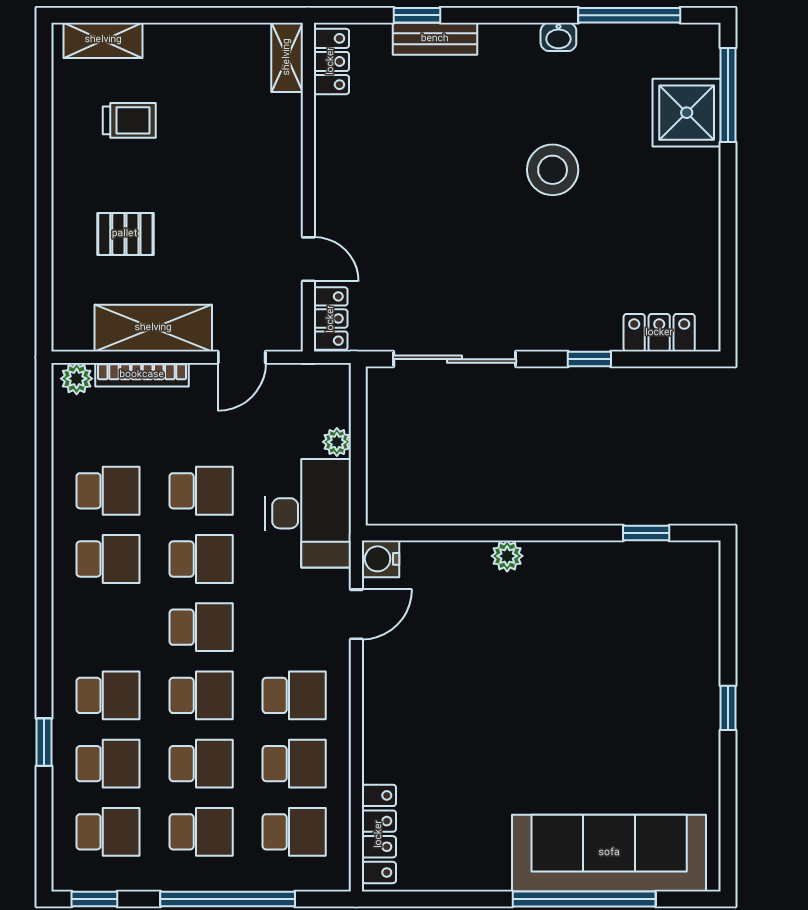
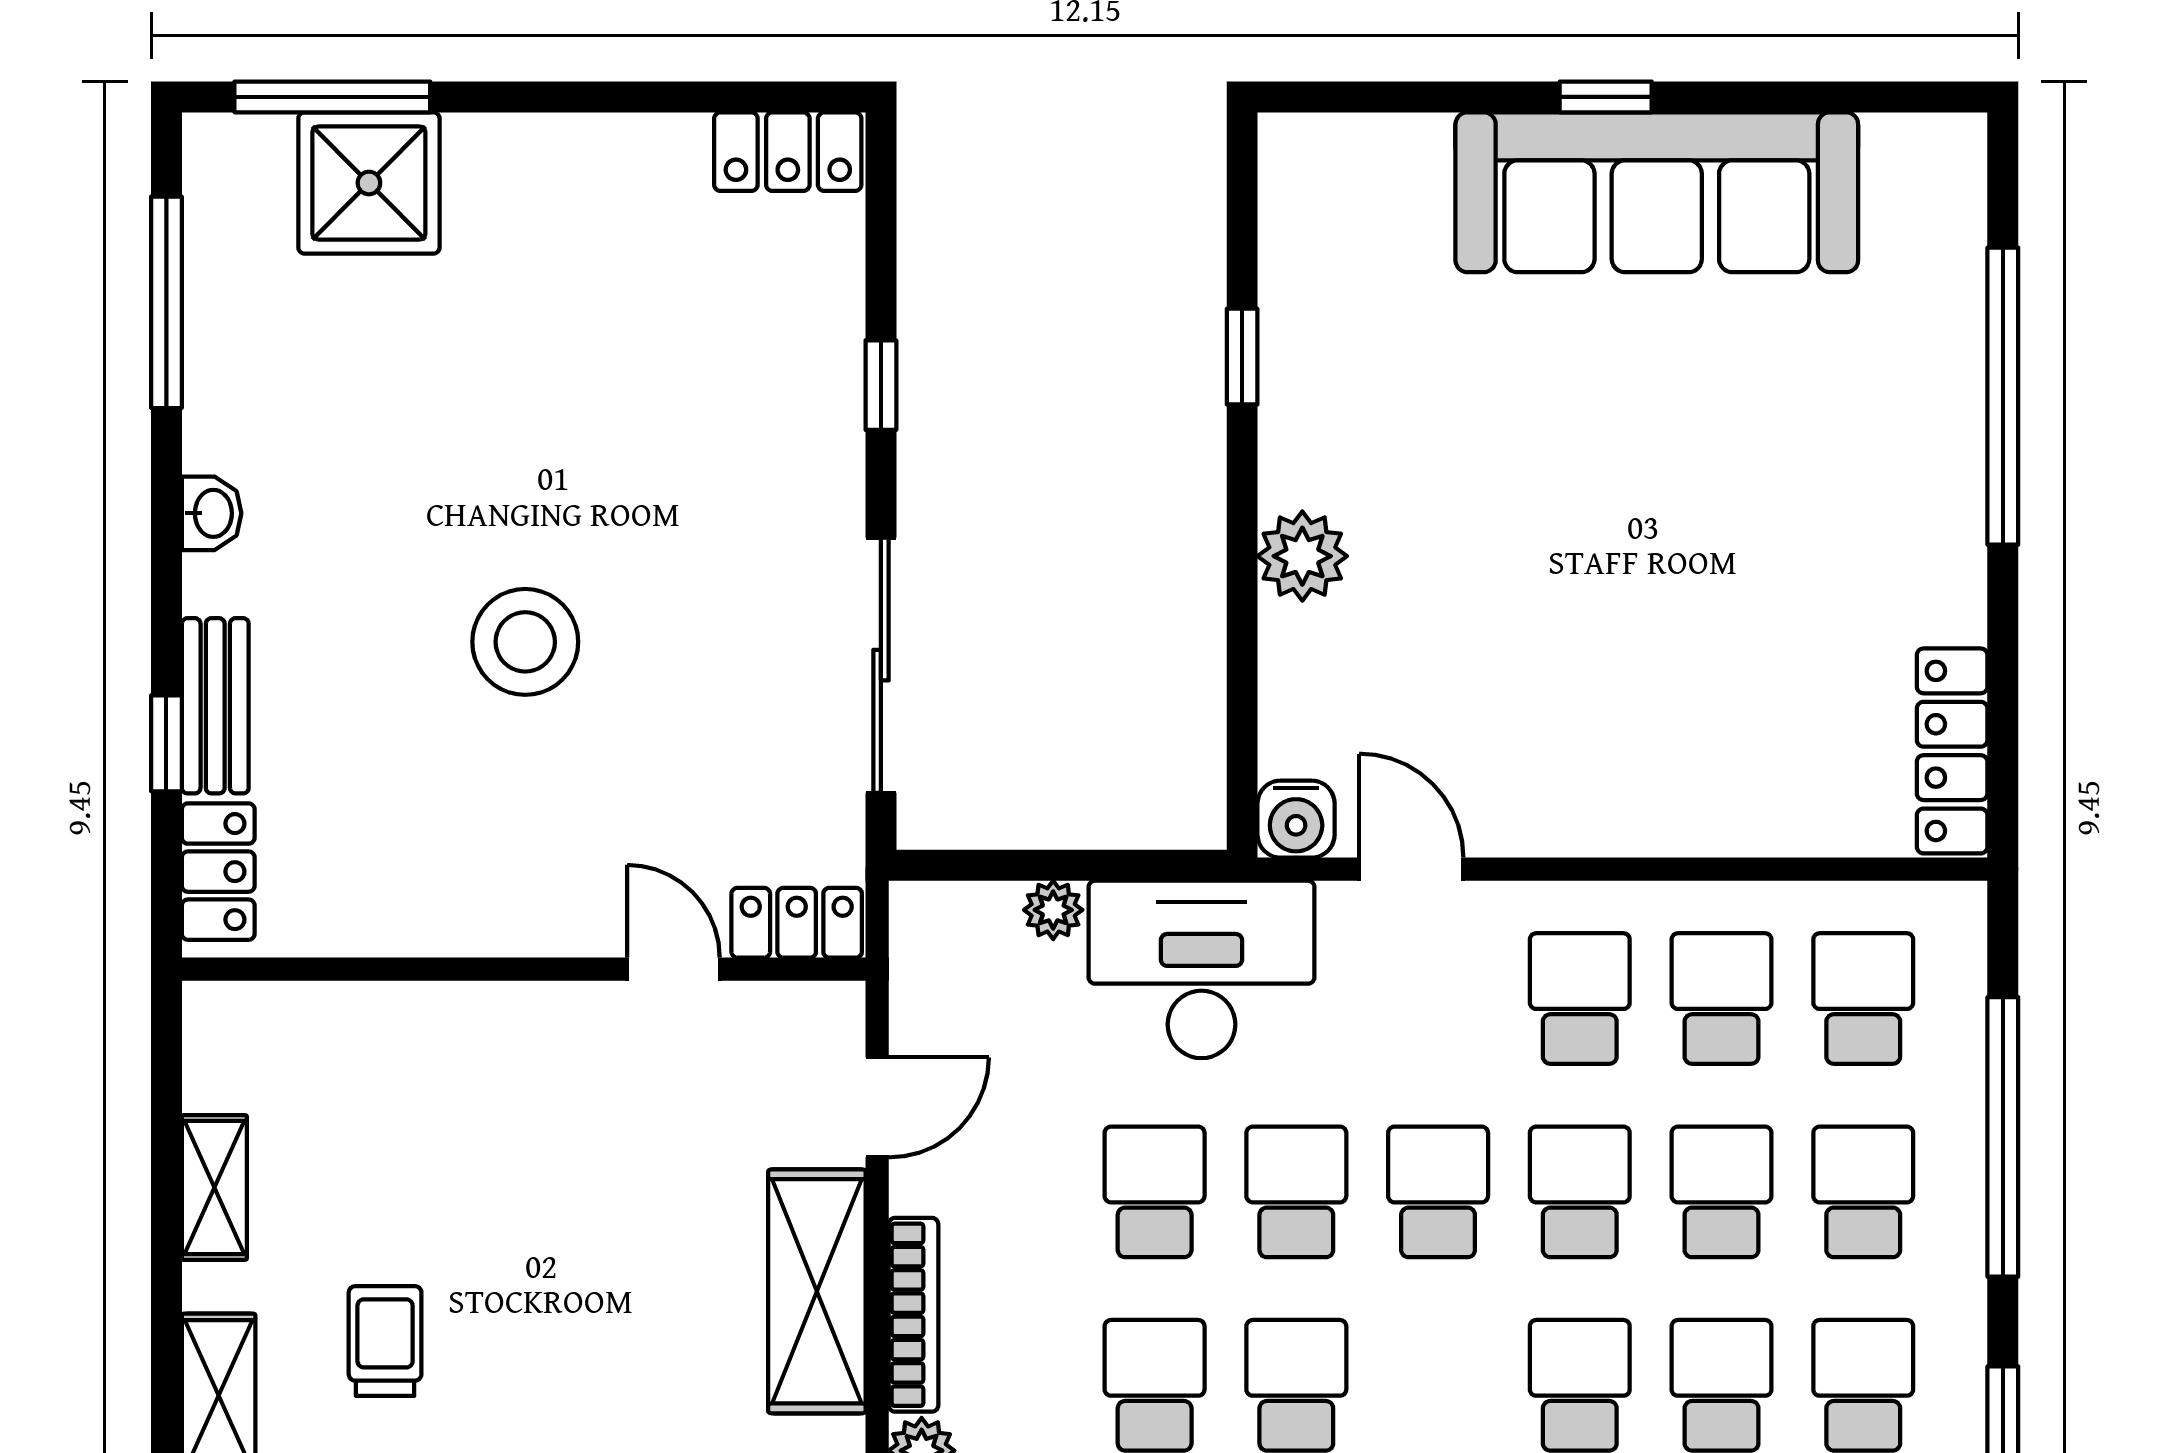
washbasin: (558, 37) -> (212, 513), moved
shelving: (287, 57) -> (214, 1188), moved, turned 90
locker: (331, 61) -> (218, 872), moved, turned 90
stool: (553, 170) -> (525, 642), moved
pallet: (125, 234) -> (621, 1349), removed
door: (308, 259) -> (673, 969), hinge flipped
locker: (659, 333) -> (788, 152), moved, turned -90
door: (242, 357) -> (877, 1107), hinge flipped
window: (646, 533) -> (1242, 357), moved
plant: (507, 556) -> (1302, 556), width x1.38, depth x1.38
locker: (379, 834) -> (1952, 751), moved, turned -90
sofa: (609, 853) -> (1657, 192), moved, turned -90

